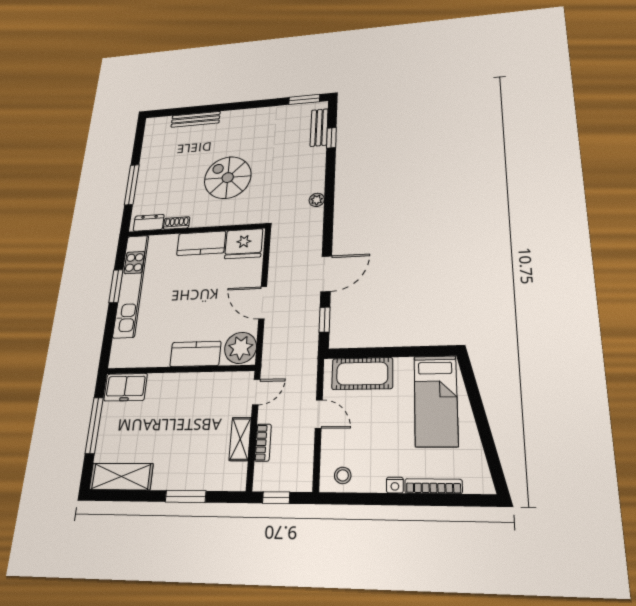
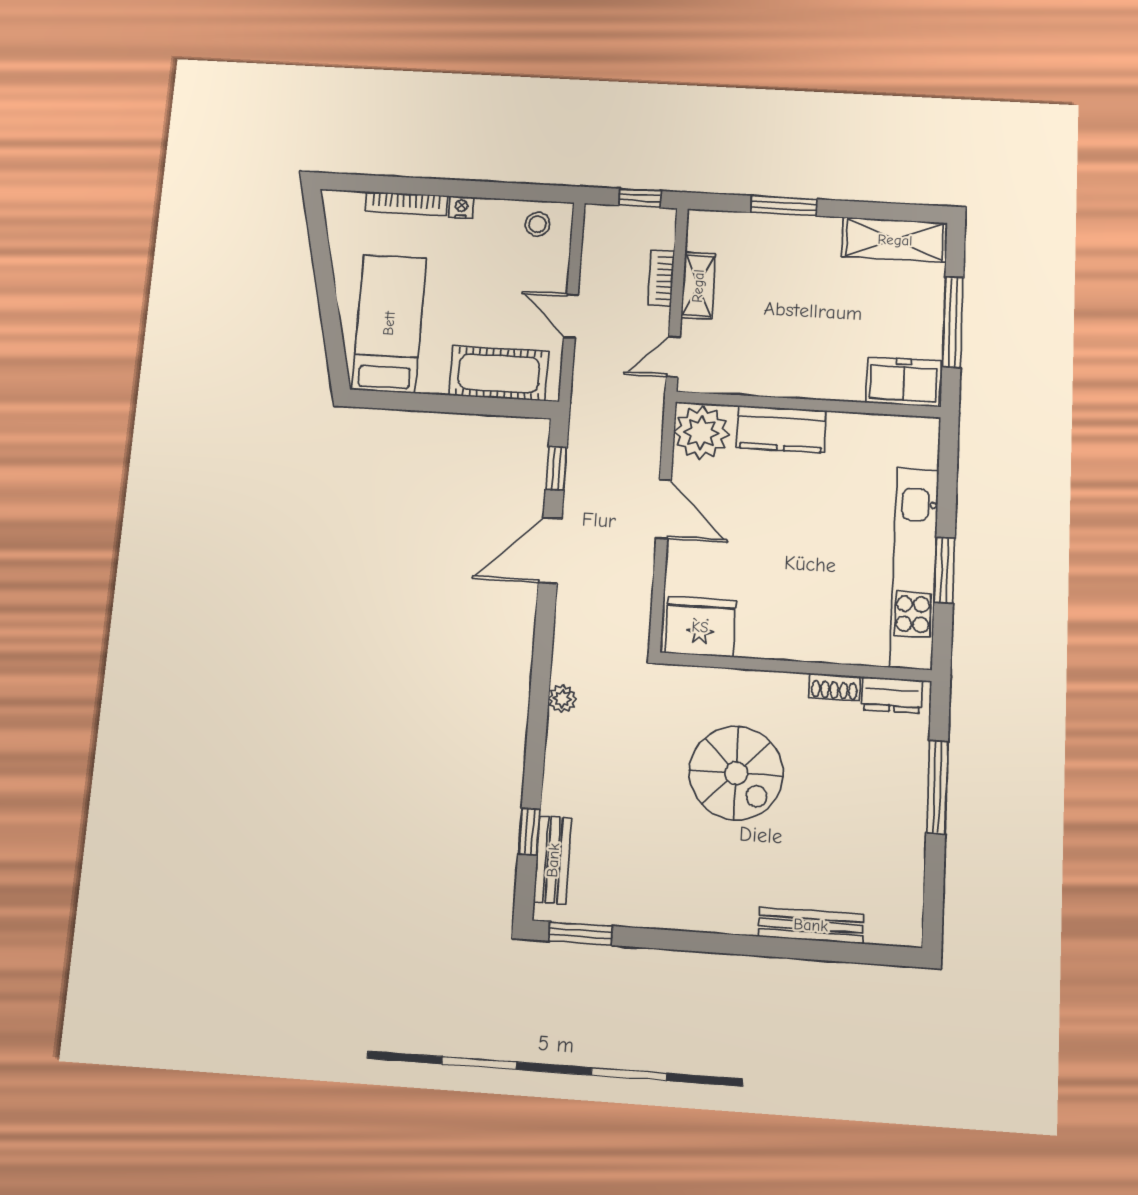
kitchen counter: (201, 243) -> (783, 638), removed

